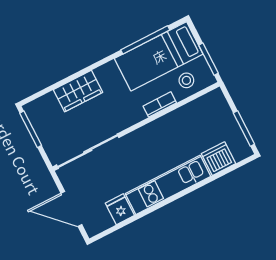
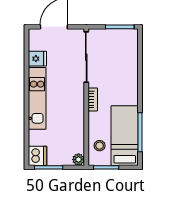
wardrobe: (78, 91) -> (129, 71), removed
plant: (216, 97) -> (78, 159), added
bookcase: (160, 104) -> (93, 99), moved
dishwasher: (218, 159) -> (37, 156), moved

